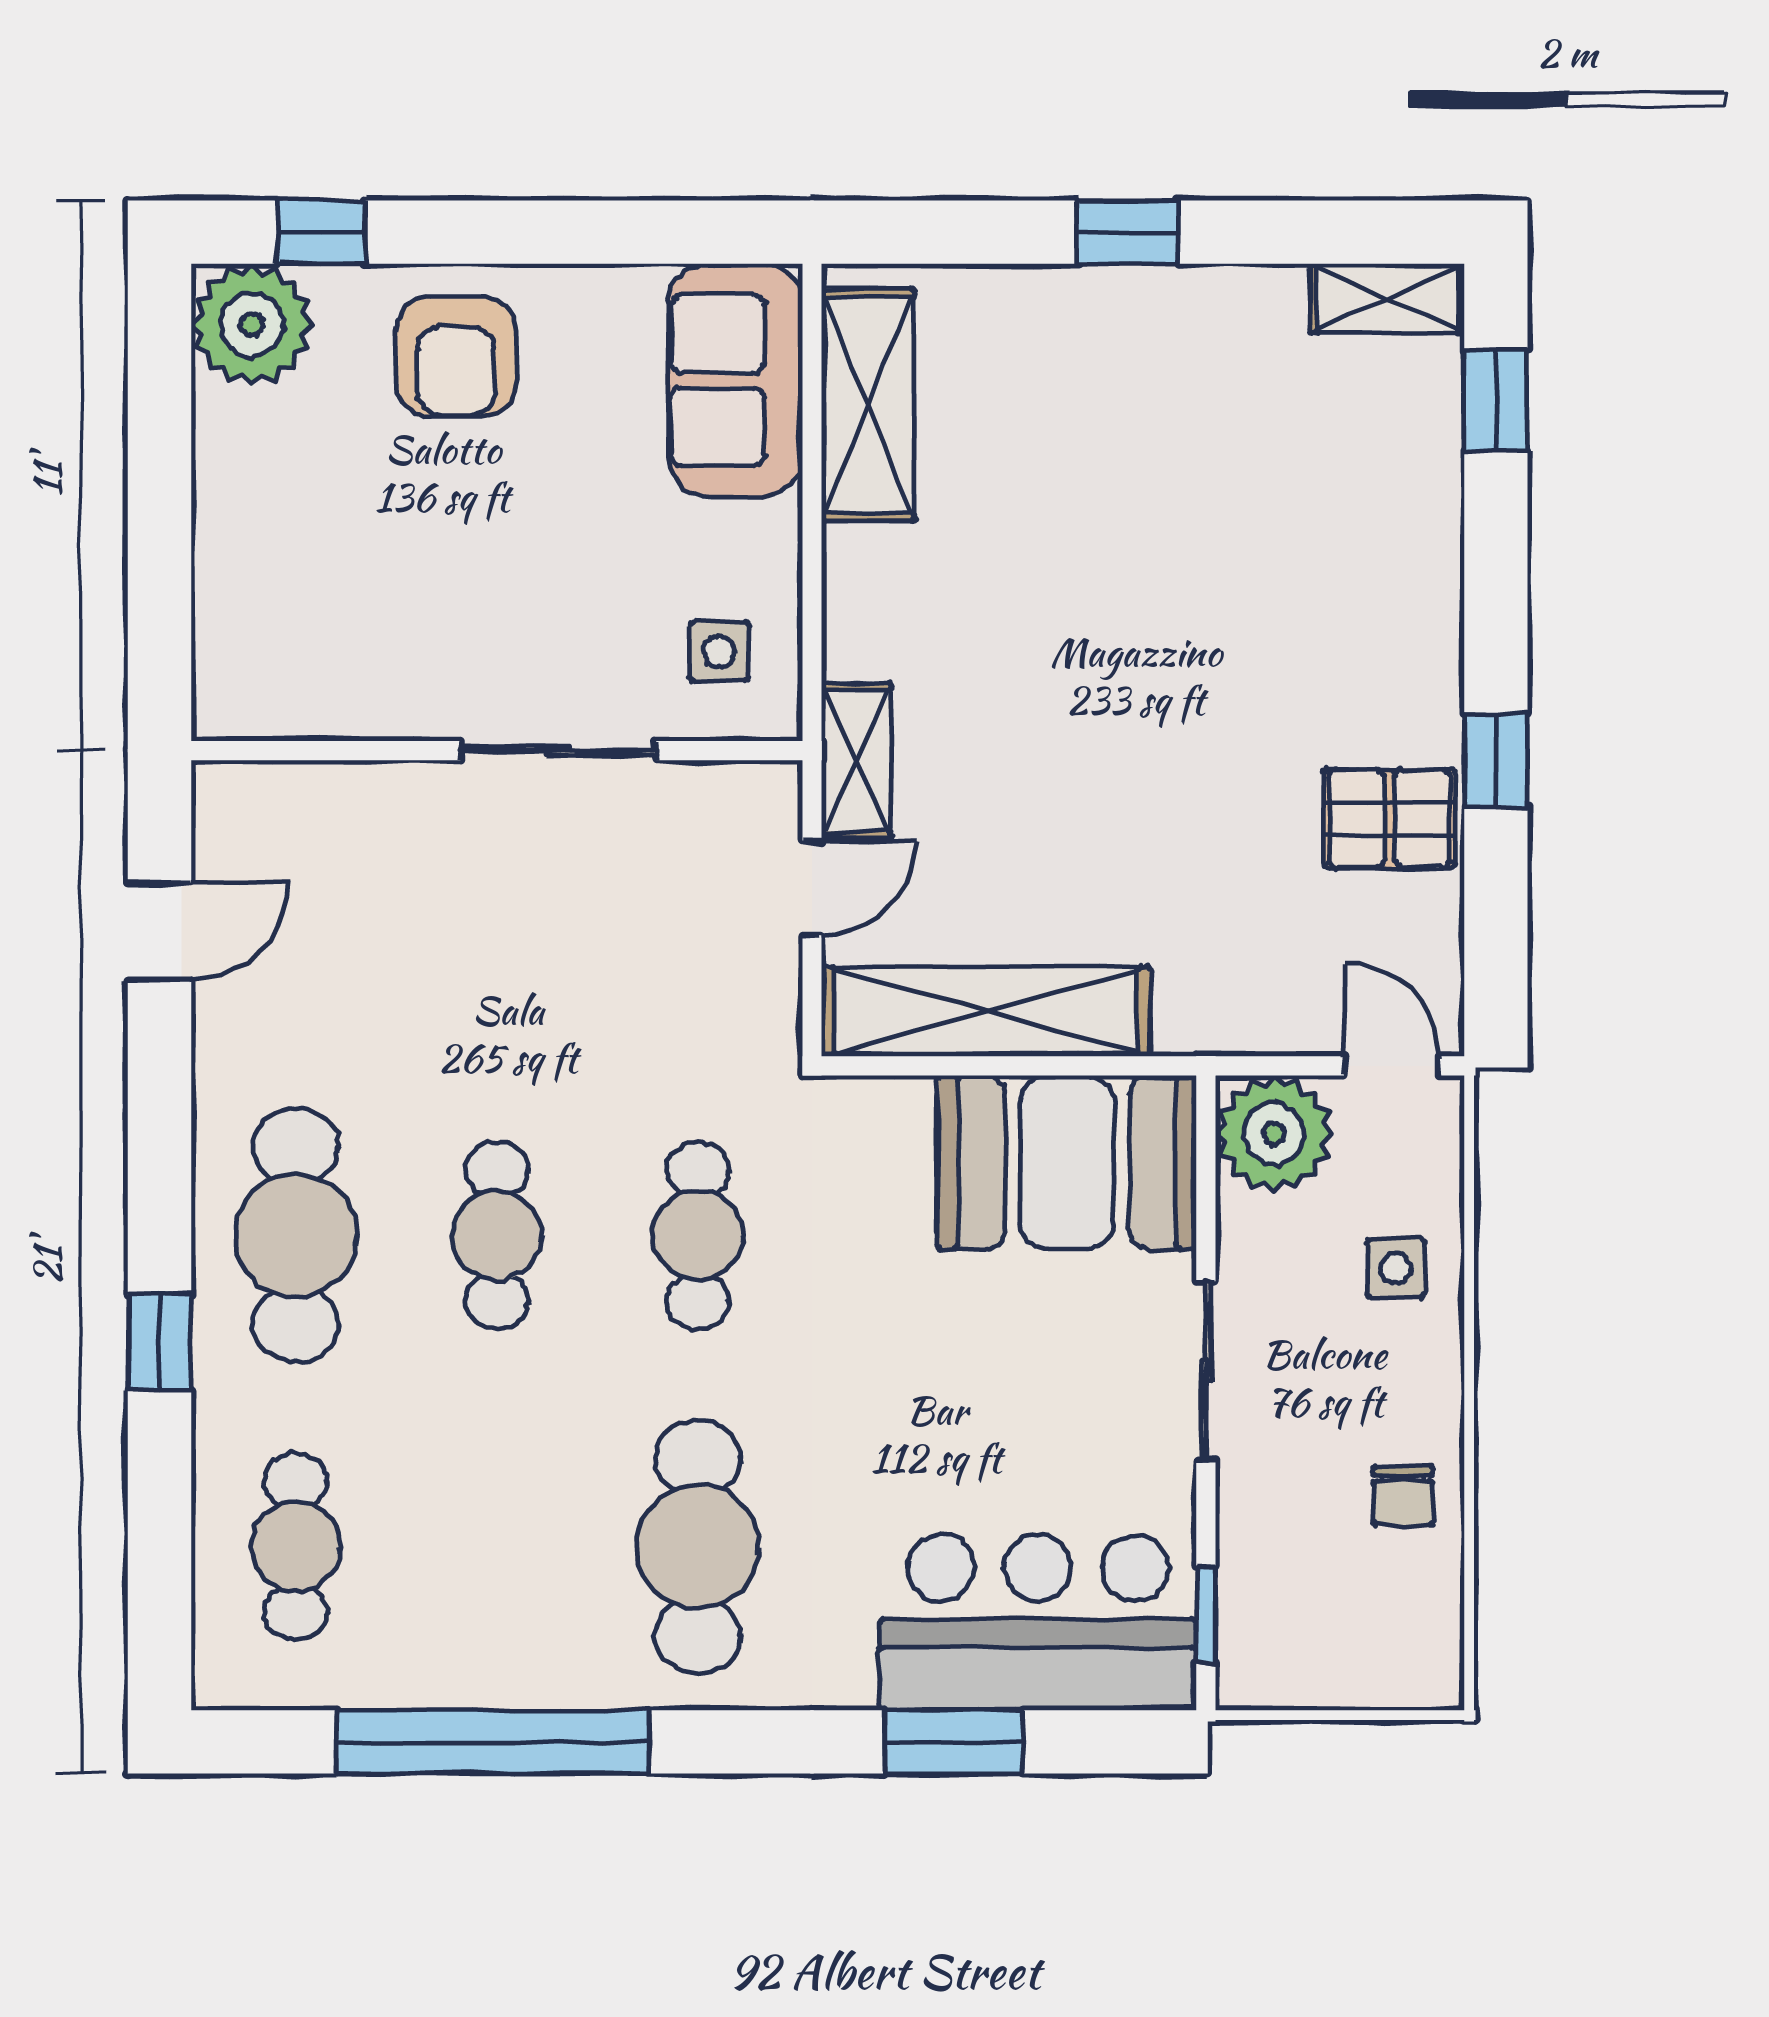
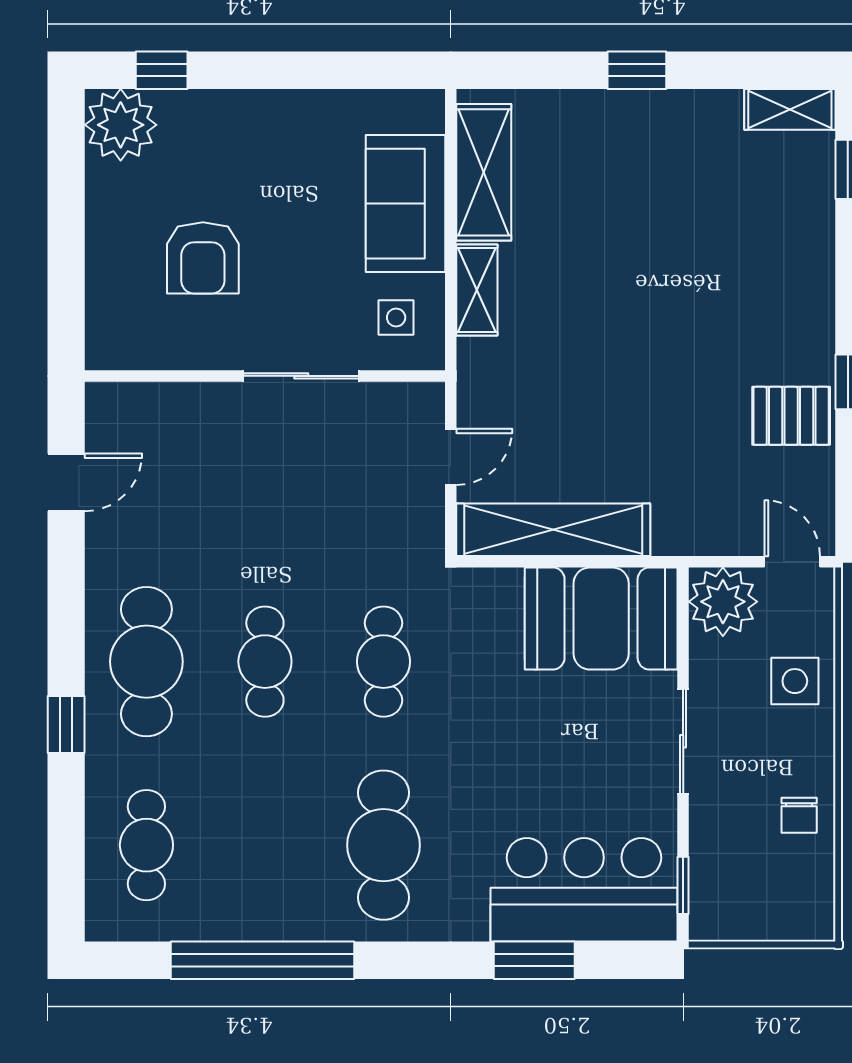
armchair: (456, 356) -> (203, 258), moved
sofa: (735, 380) -> (405, 204), moved
shelving: (856, 761) -> (477, 290), moved
side table: (1396, 1268) -> (795, 681), width x1.37, depth x1.37

